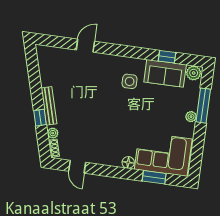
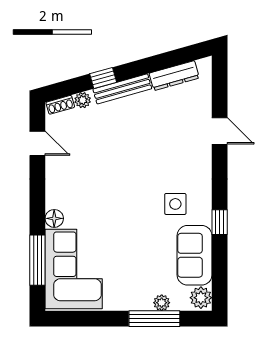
window: (167, 57) -> (220, 222), moved
dresser: (45, 70) -> (174, 76), added
plant: (191, 117) -> (162, 303), moved
door: (77, 167) -> (37, 143), swing flipped
window: (154, 177) -> (37, 260), width x1.44

